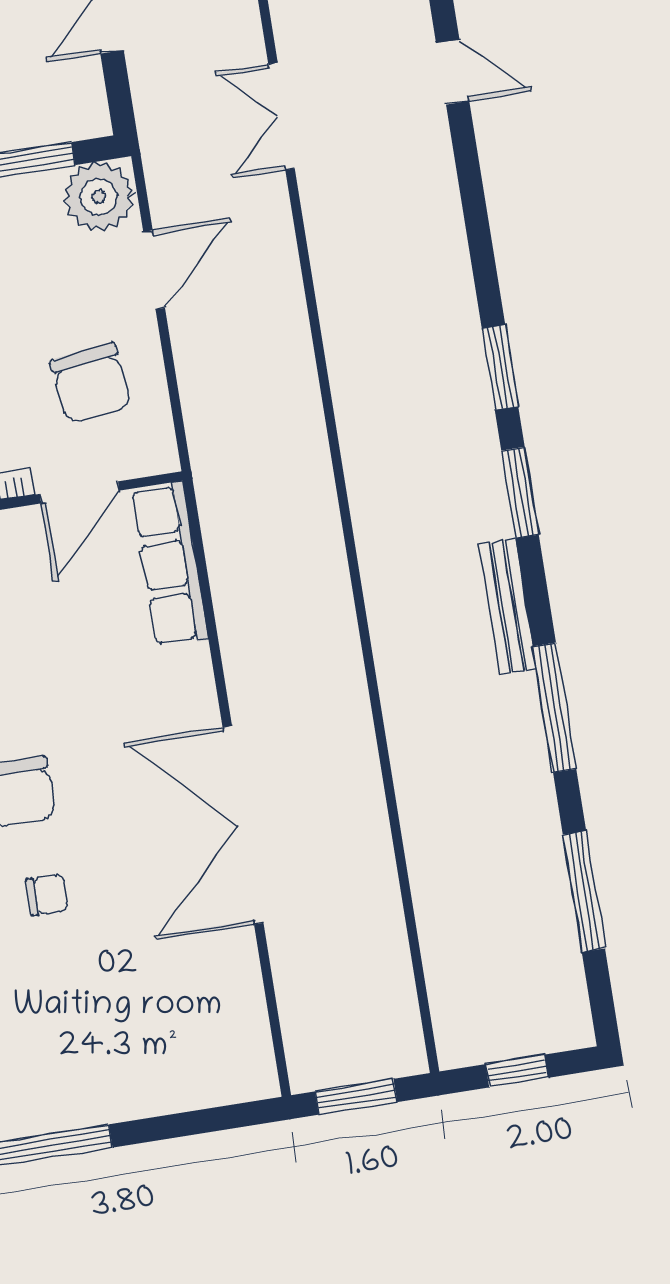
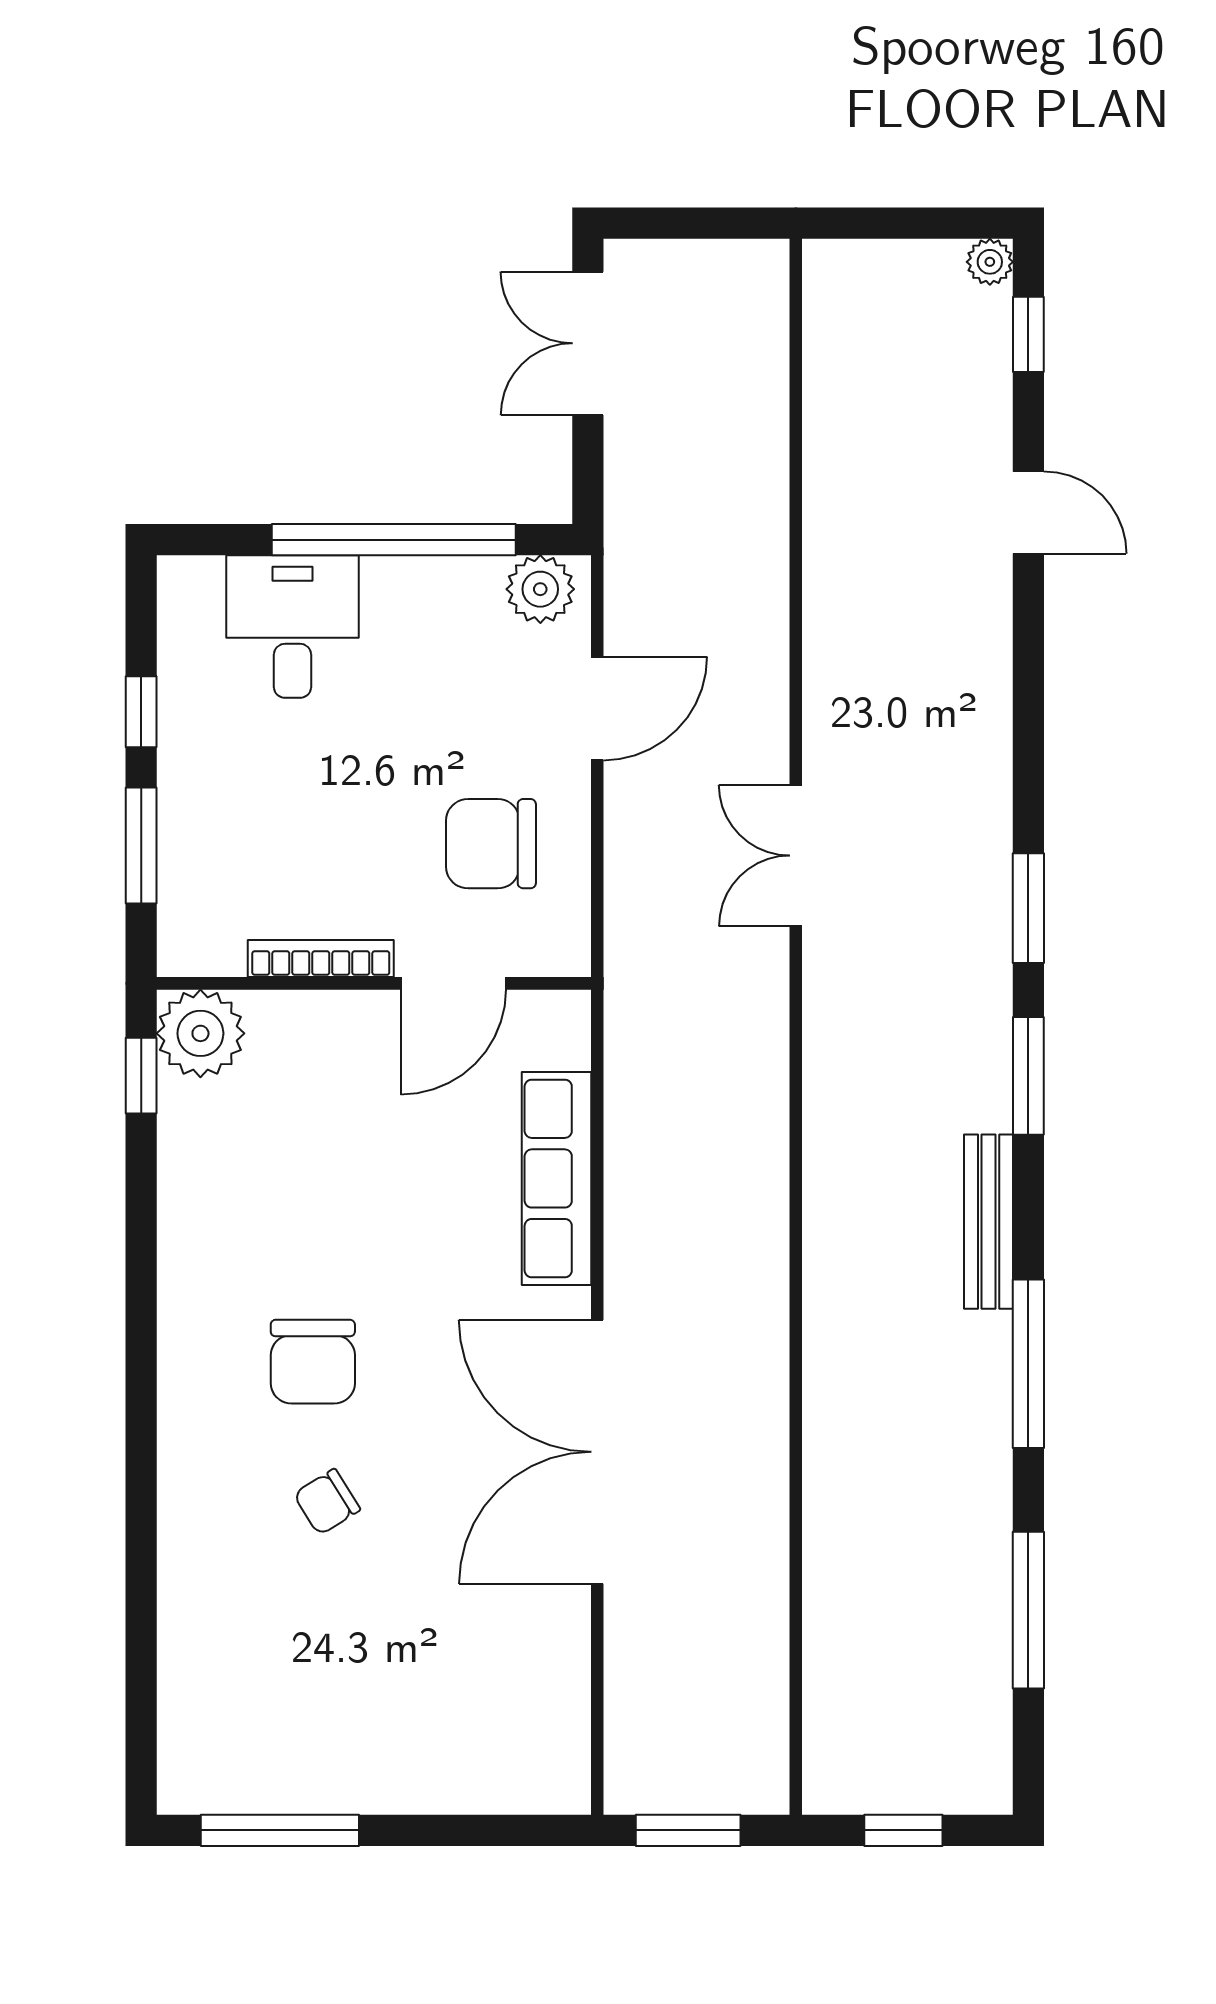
double door: (282, 116) -> (796, 856), moved
plant: (99, 197) -> (540, 589), width x0.73, depth x0.73
chair: (91, 384) -> (491, 844), turned 97
row of seats: (170, 564) -> (556, 1178), moved
chair: (47, 895) -> (327, 1502), turned 148

